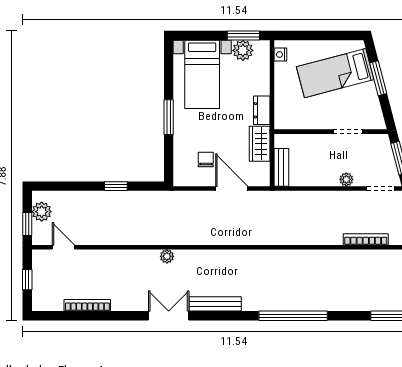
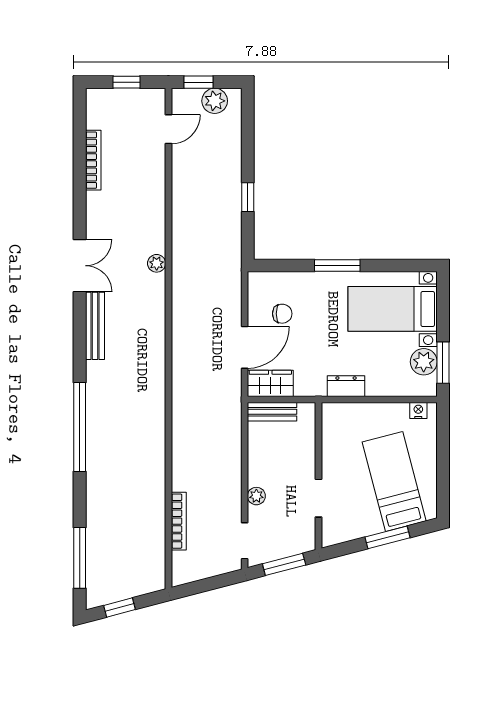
wardrobe: (260, 144) -> (270, 383), moved

